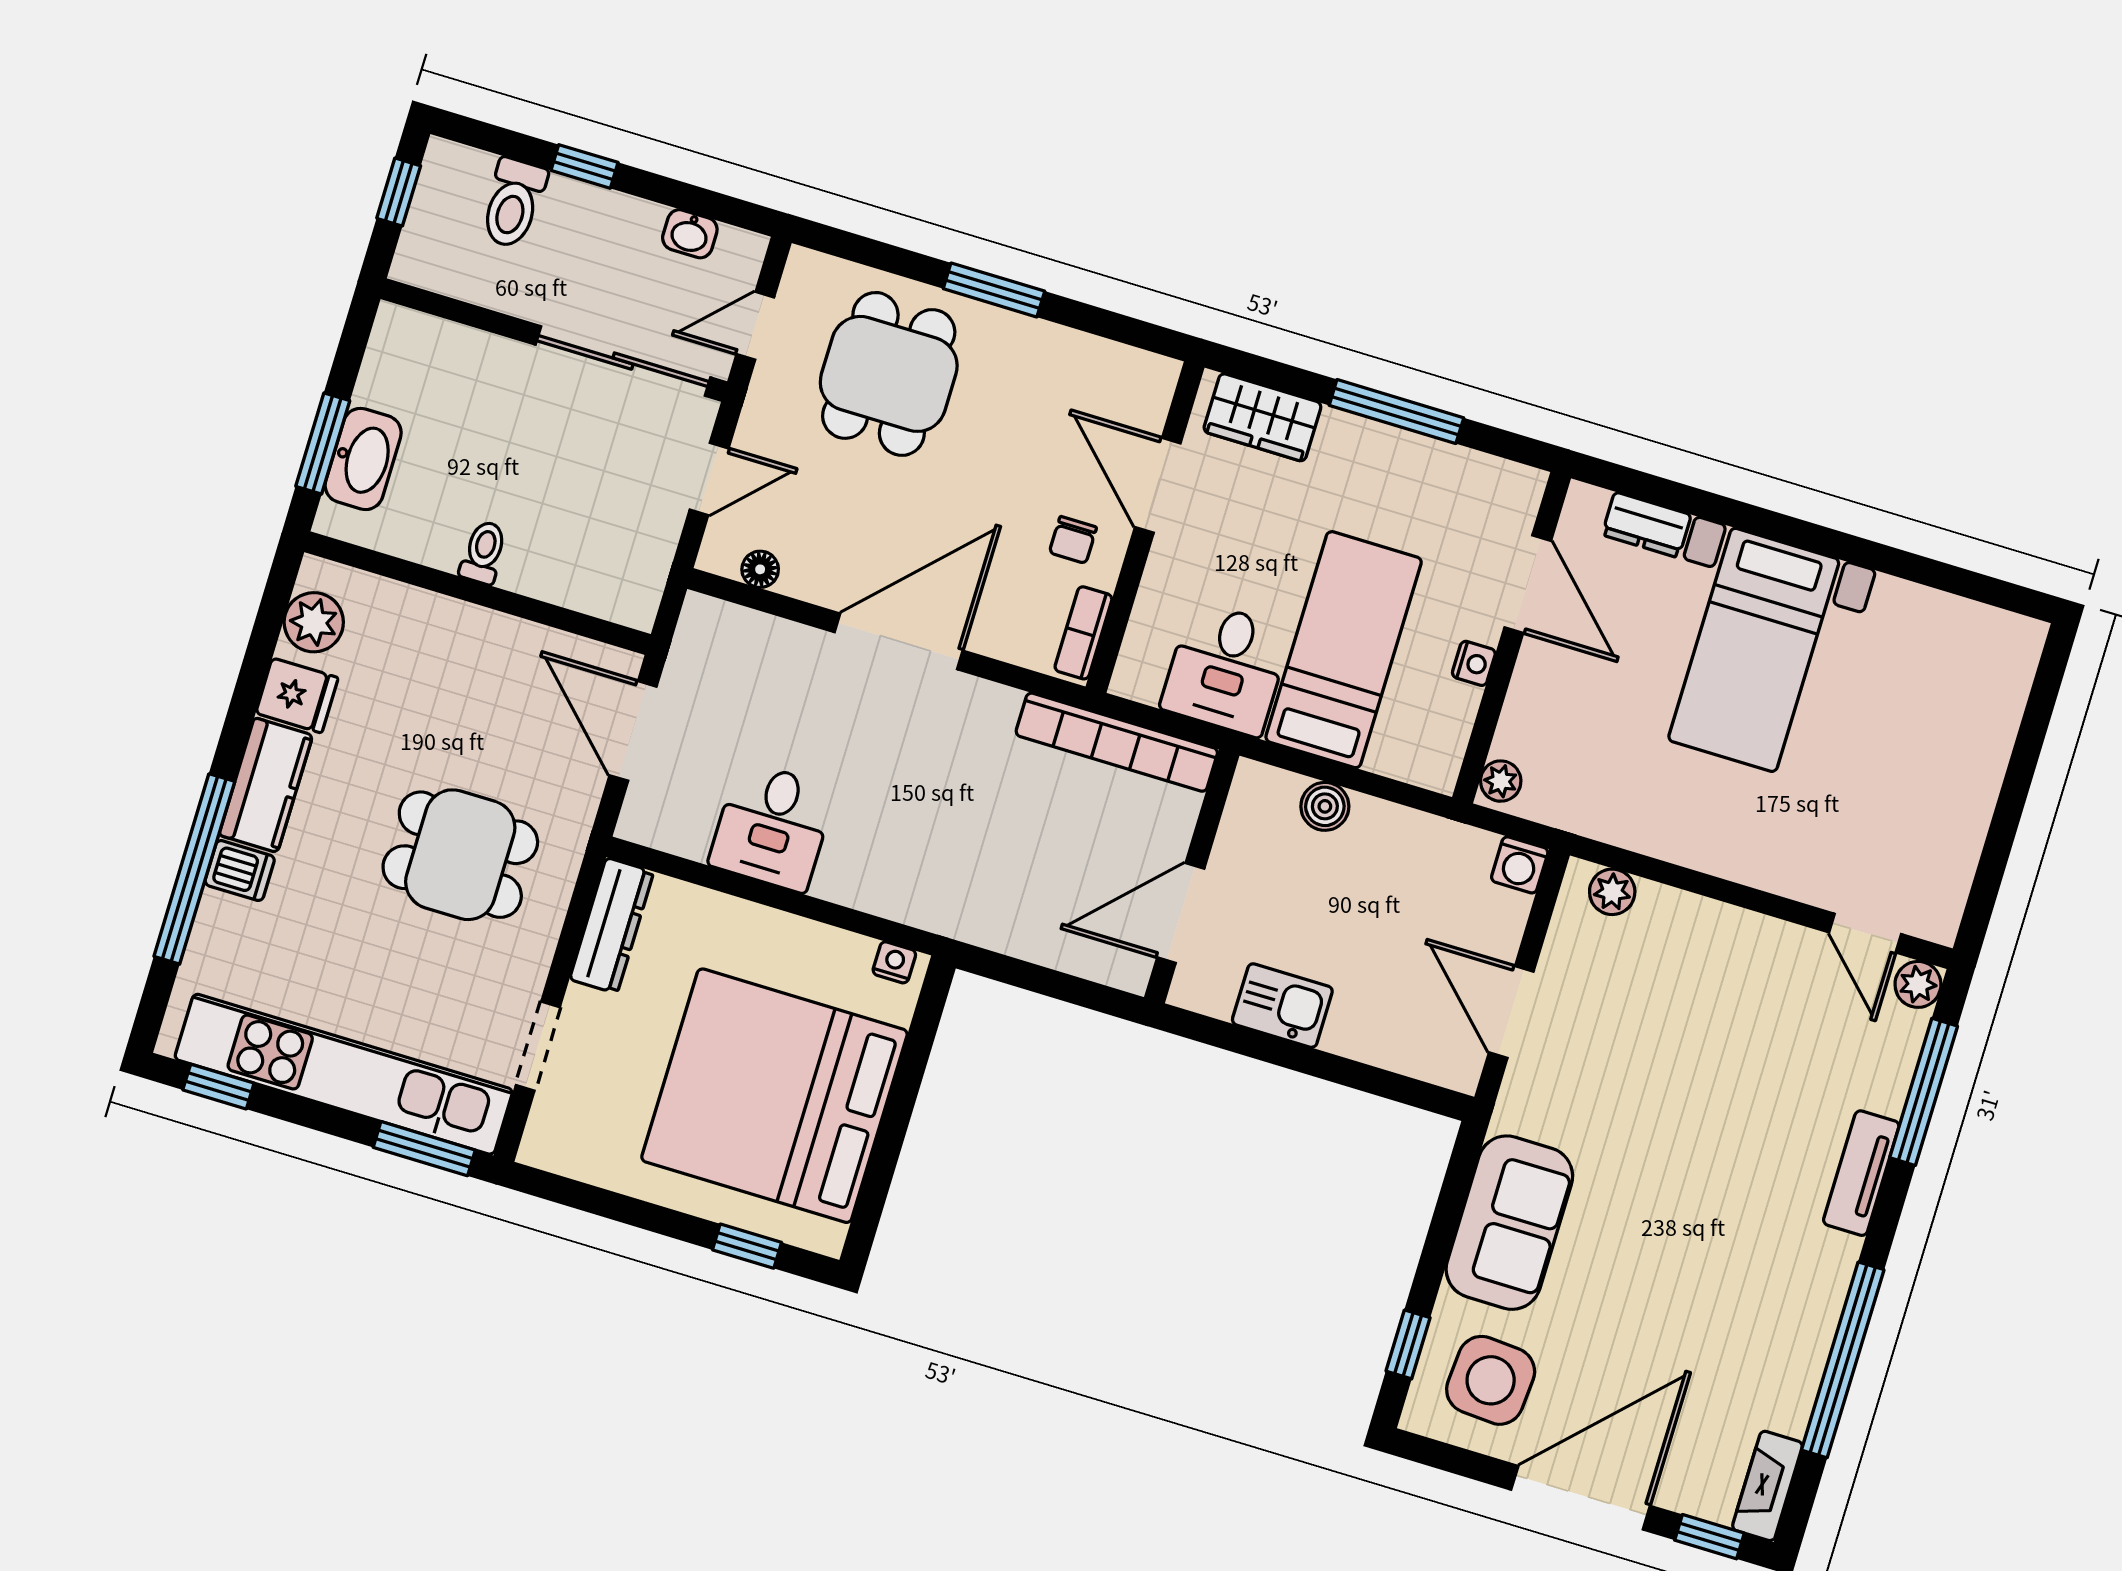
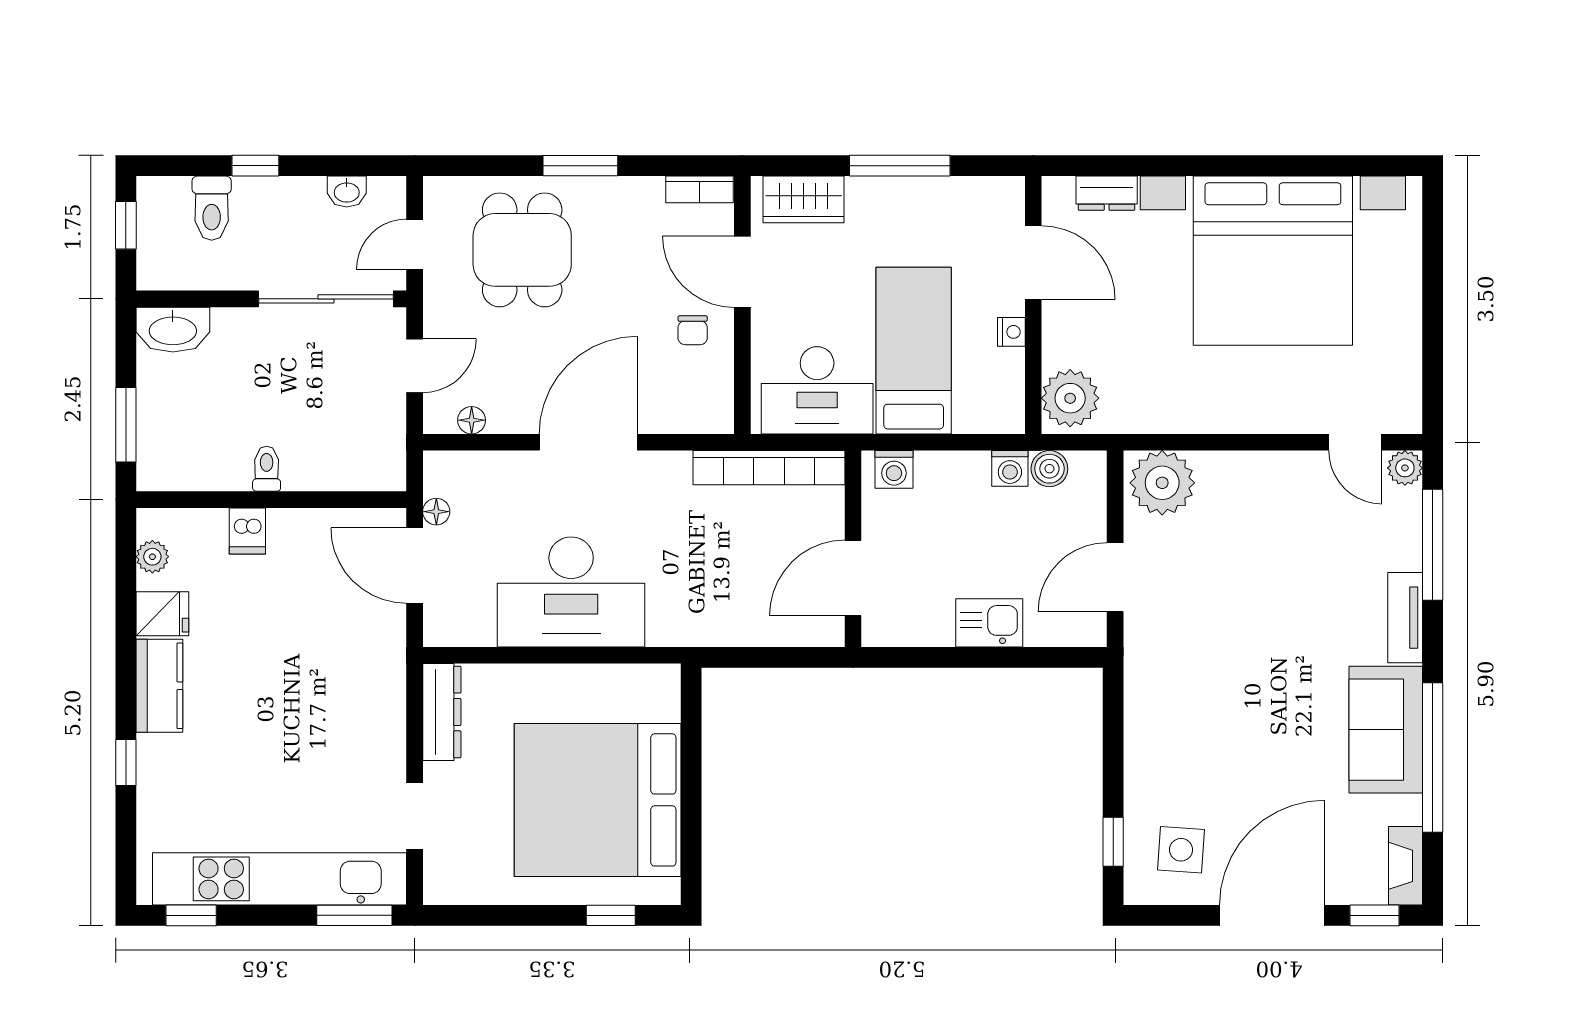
washbasin: (363, 459) -> (173, 330), moved, turned 90
plant: (314, 622) -> (152, 557), width x0.73, depth x0.73
bookcase: (1083, 633) -> (700, 189), moved, turned -90
bed with nightstands: (1754, 650) -> (1273, 261), width x1.85
desk: (1226, 669) -> (817, 390), width x1.37
floor lamp: (681, 671) -> (436, 512), added
plant: (1501, 781) -> (1070, 398), width x1.88, depth x1.88
washing machine: (1274, 792) -> (894, 469), added
boiler: (1325, 806) -> (1049, 469), moved
desk: (772, 827) -> (571, 592), width x1.87, depth x1.30
dining table: (460, 855) -> (316, 694), removed
washing machine: (1520, 865) -> (1010, 468), moved
window: (194, 869) -> (126, 762), width x0.32
dishwasher: (240, 871) -> (247, 531), moved, turned 90
plant: (1612, 892) -> (1162, 483), width x1.88, depth x1.88
nightstand: (894, 962) -> (655, 677), removed
kitchen sink: (1282, 1006) -> (989, 623), moved
door: (1511, 1012) -> (1115, 577), hinge flipped
sofa: (1509, 1223) -> (1386, 730), moved, turned 180
side table: (1491, 1380) -> (1181, 850), width x0.73, depth x0.73

